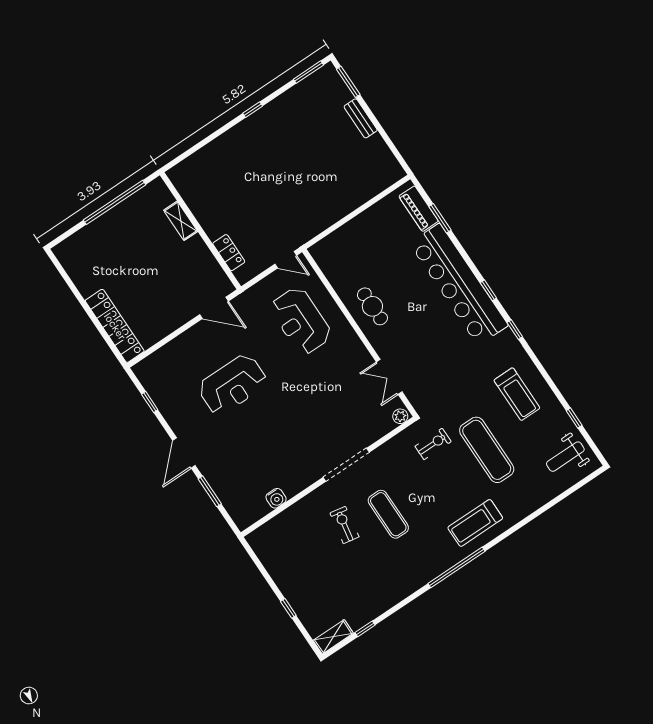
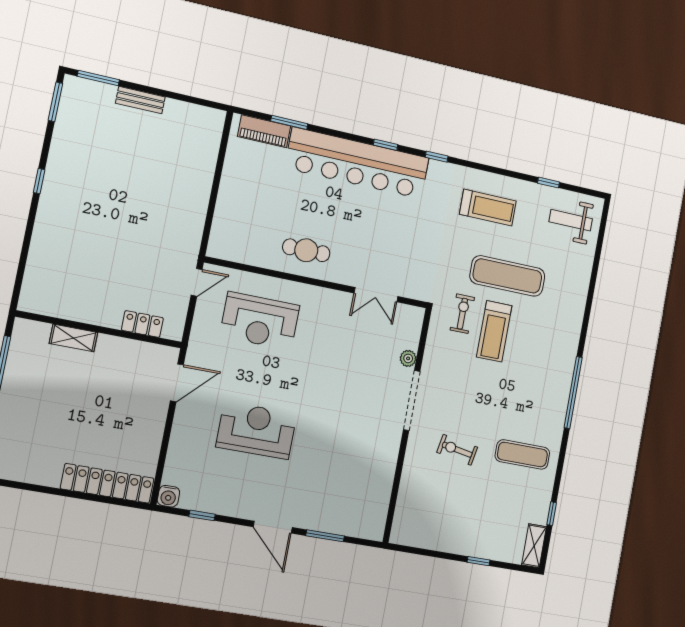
reception desk: (233, 385) -> (256, 430), turned -90
plant: (400, 416) -> (408, 358), moved
weight bench: (565, 457) -> (571, 220), turned 90
water cooler: (276, 498) -> (168, 496), moved, turned 90
exercise mat: (388, 514) -> (522, 454), moved
treadmill: (475, 523) -> (494, 331), moved

